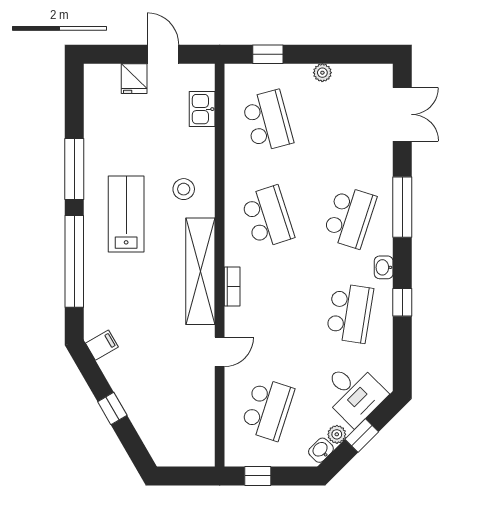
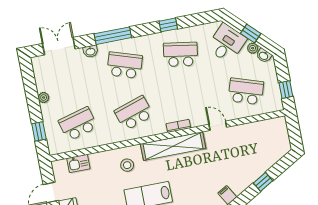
washbasin: (384, 267) -> (90, 51), moved

